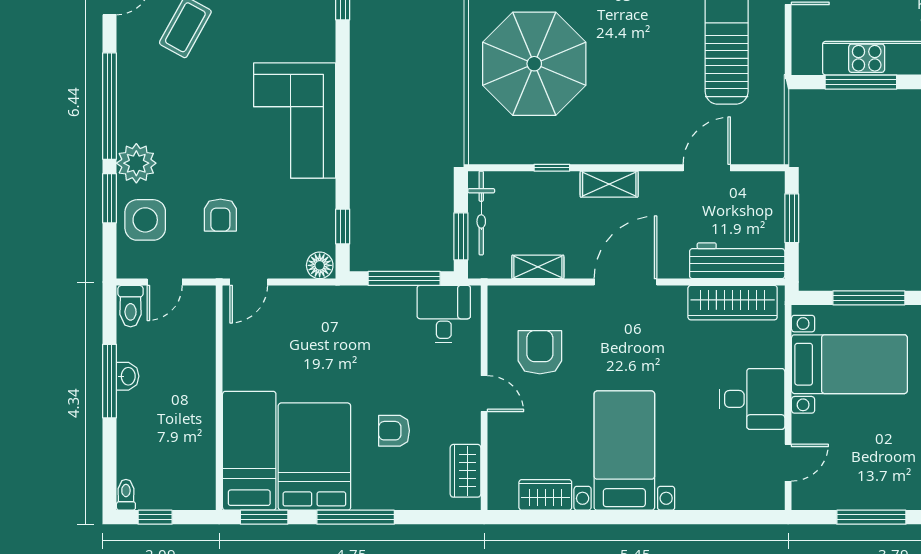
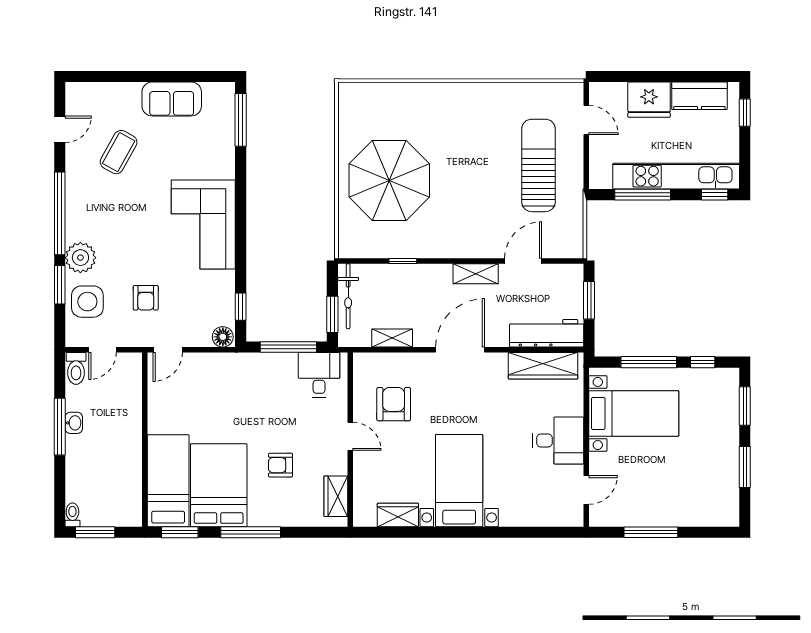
shelving: (609, 184) -> (476, 274), moved
window: (155, 517) -> (95, 532), width x1.50

